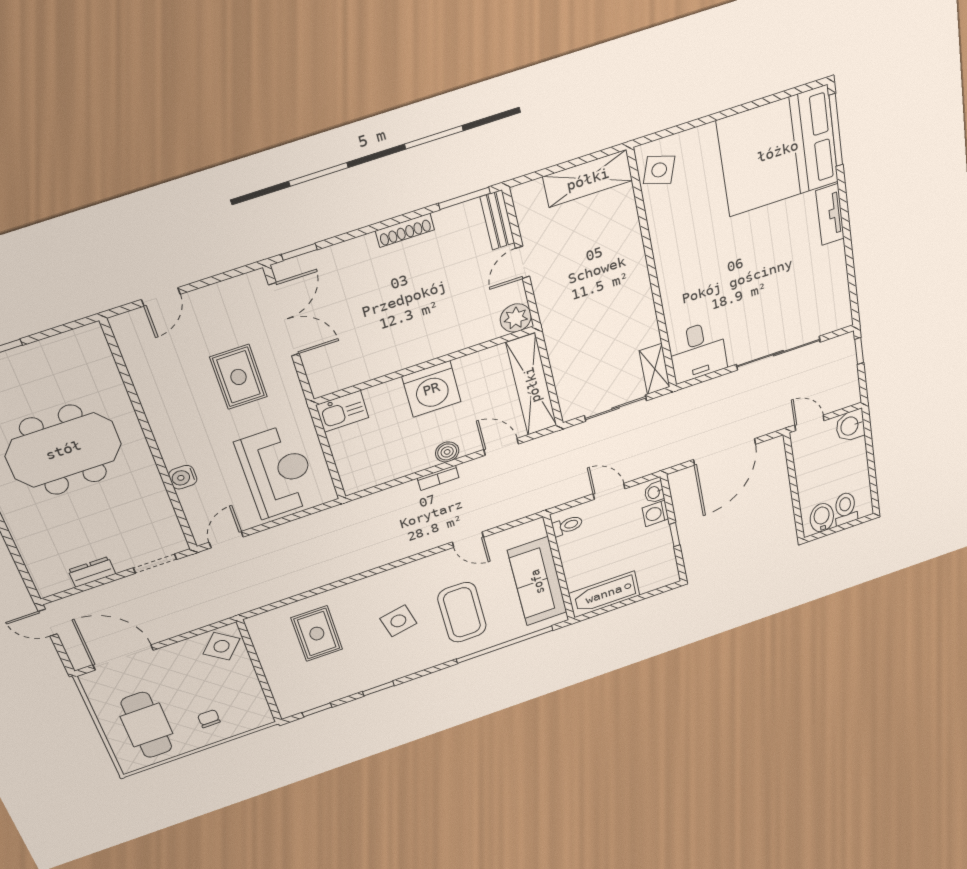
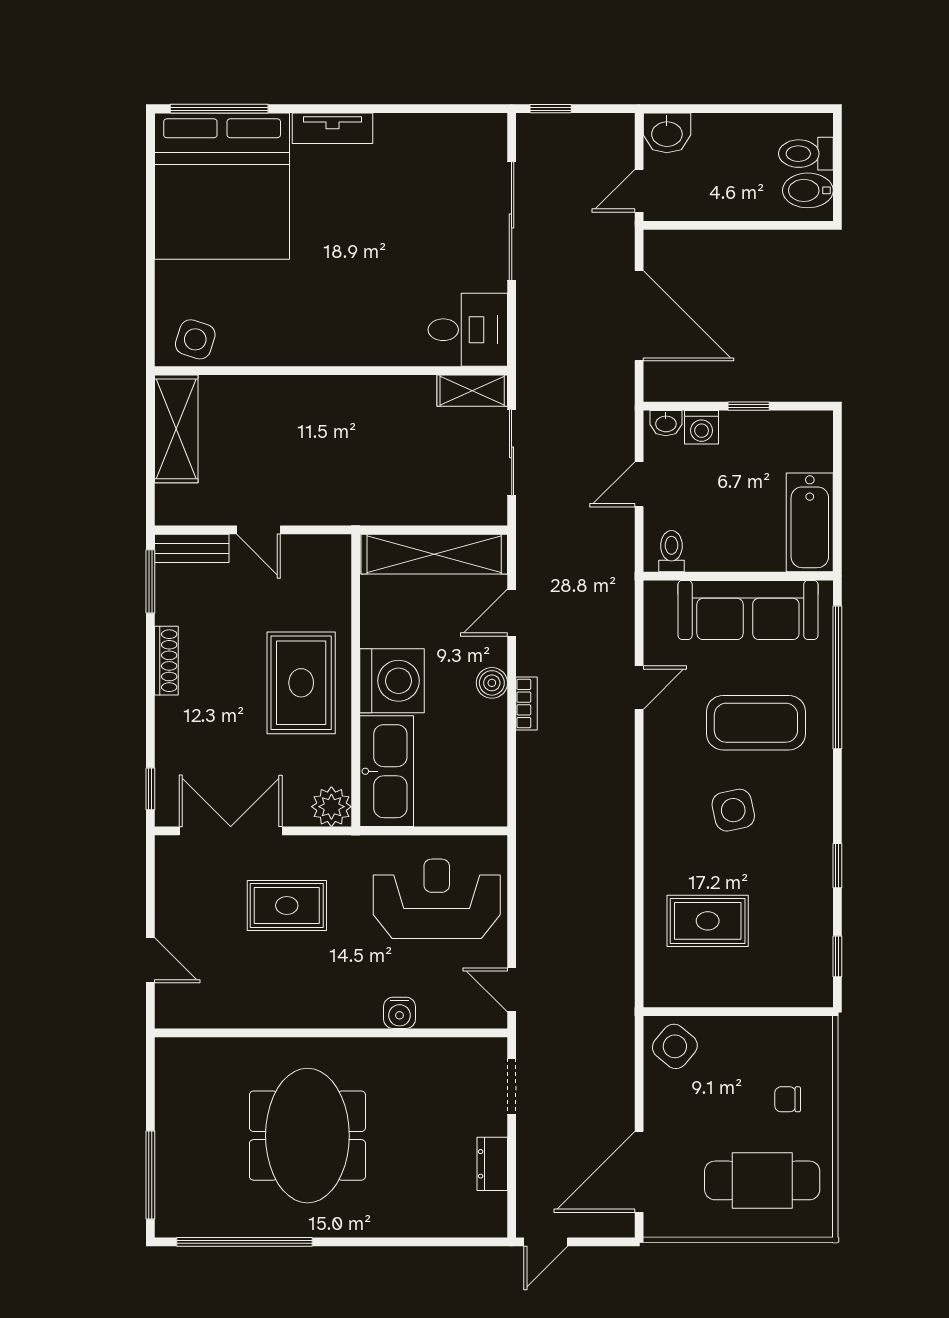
plant: (516, 318) -> (331, 807), moved
rug: (413, 330) -> (301, 683), added
kitchen sink: (342, 411) -> (387, 771), width x1.88, depth x1.24

